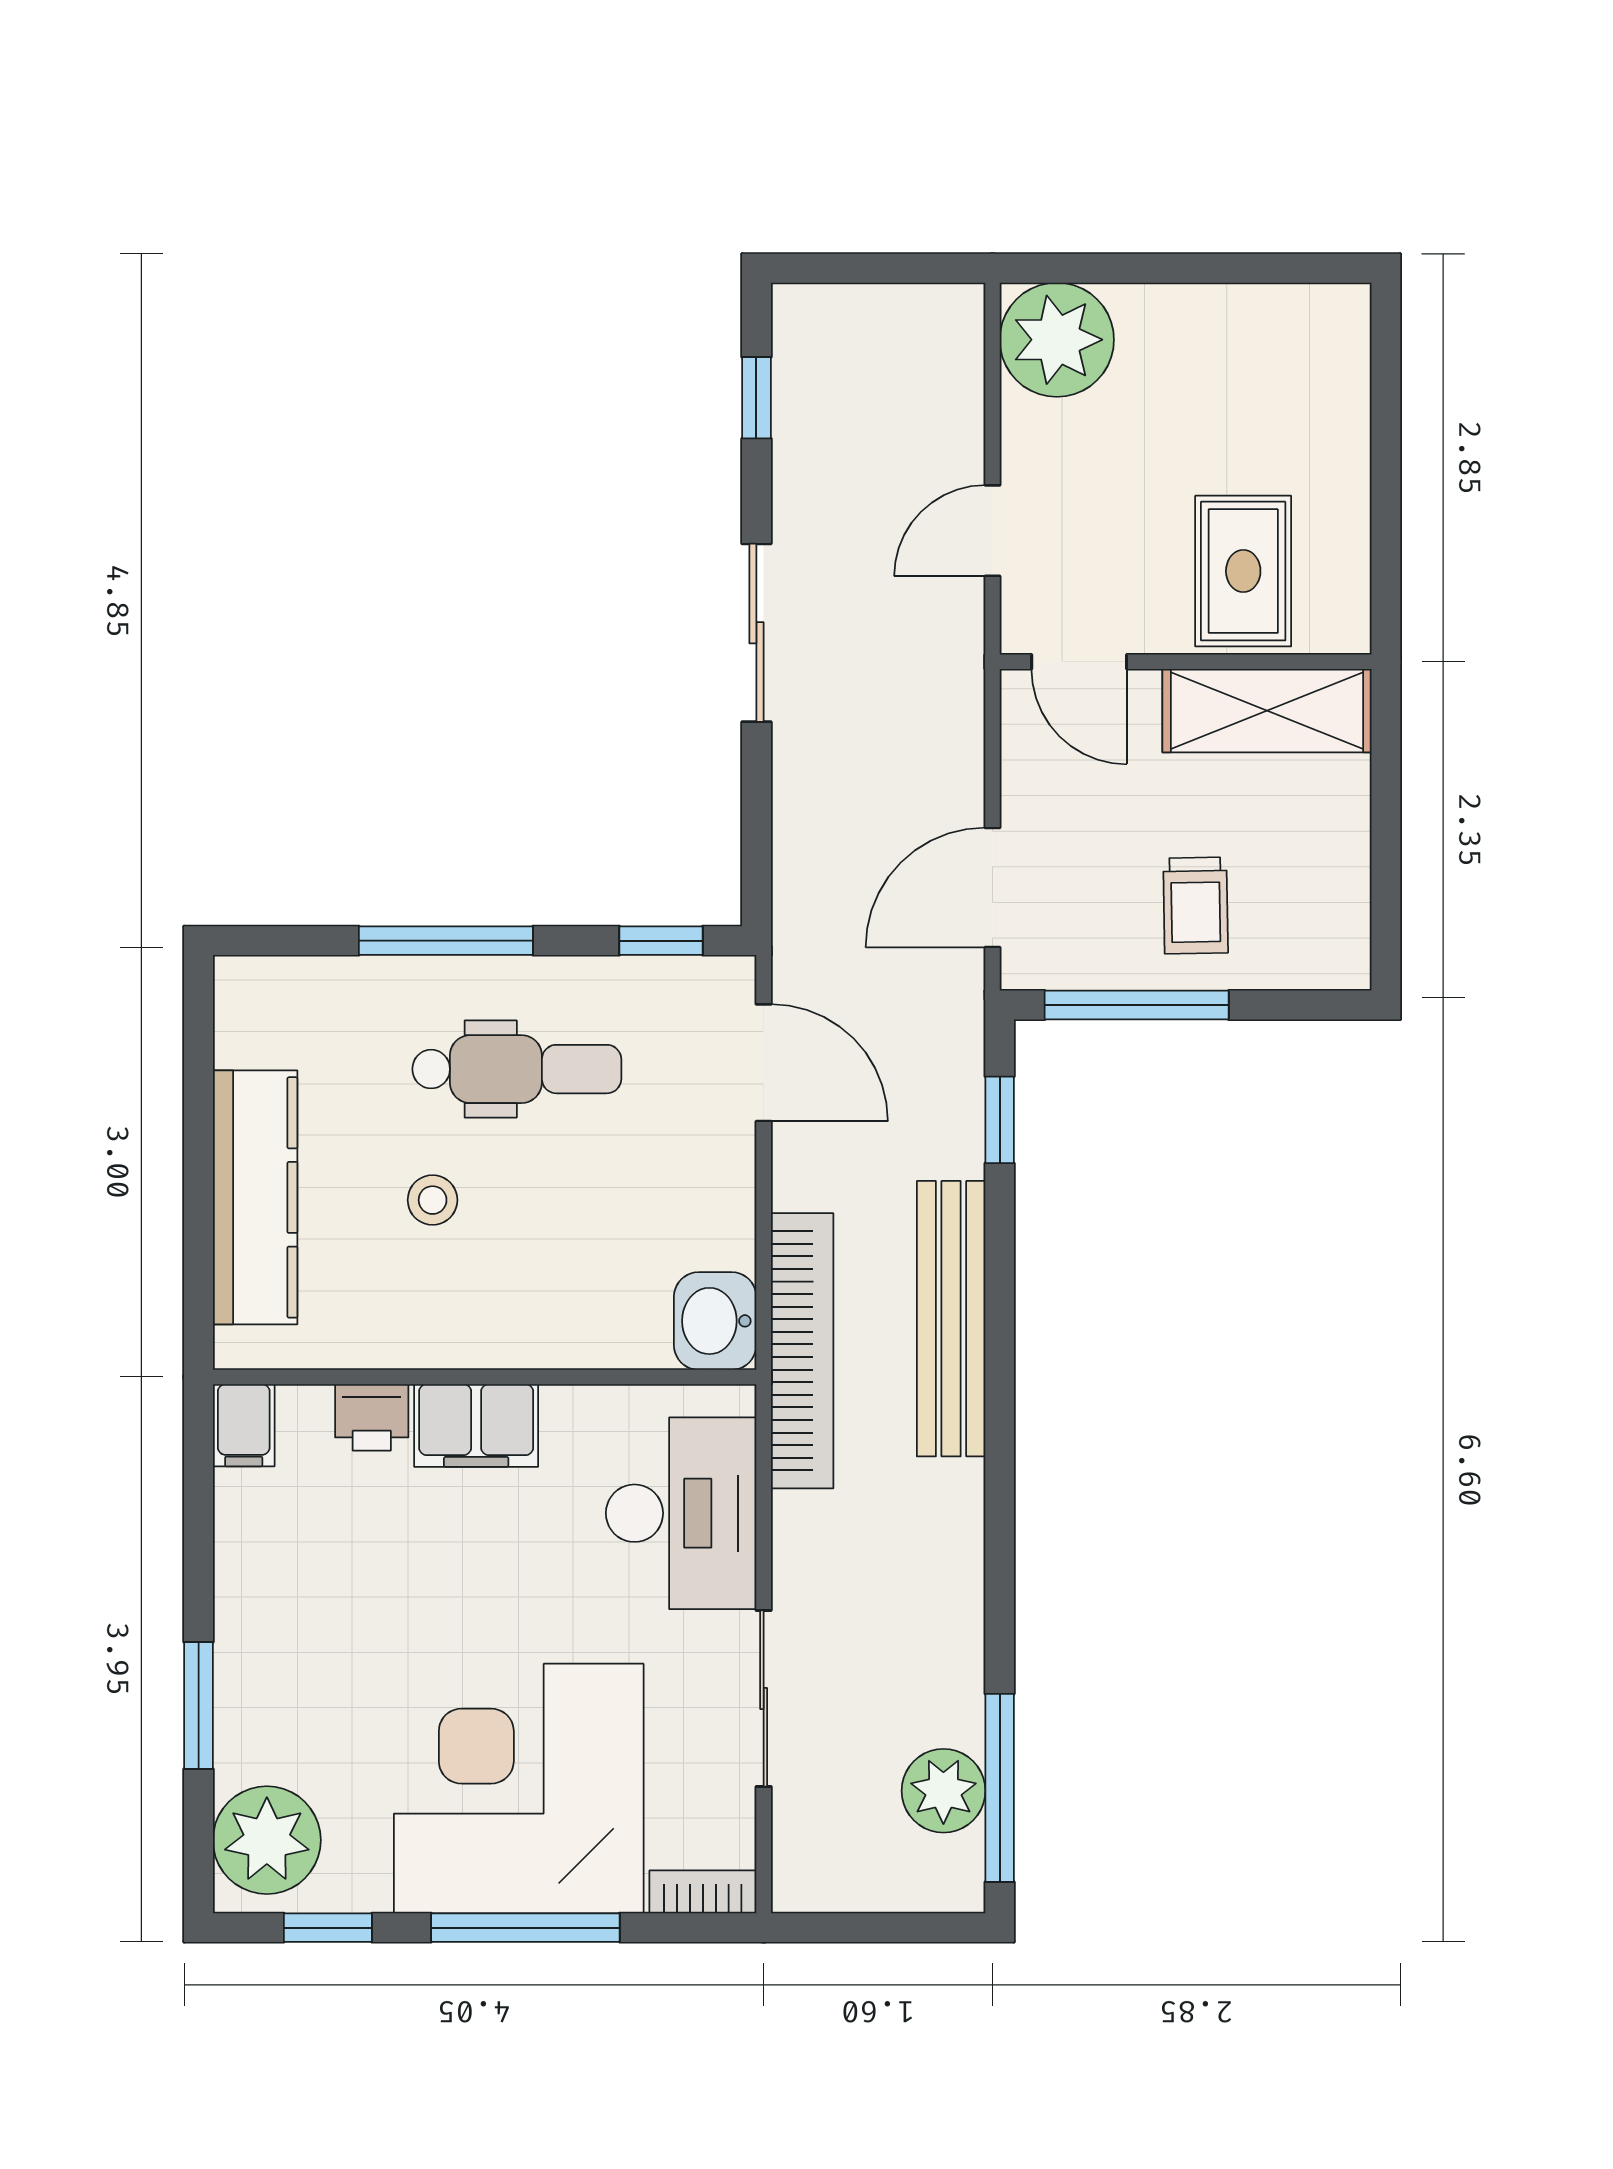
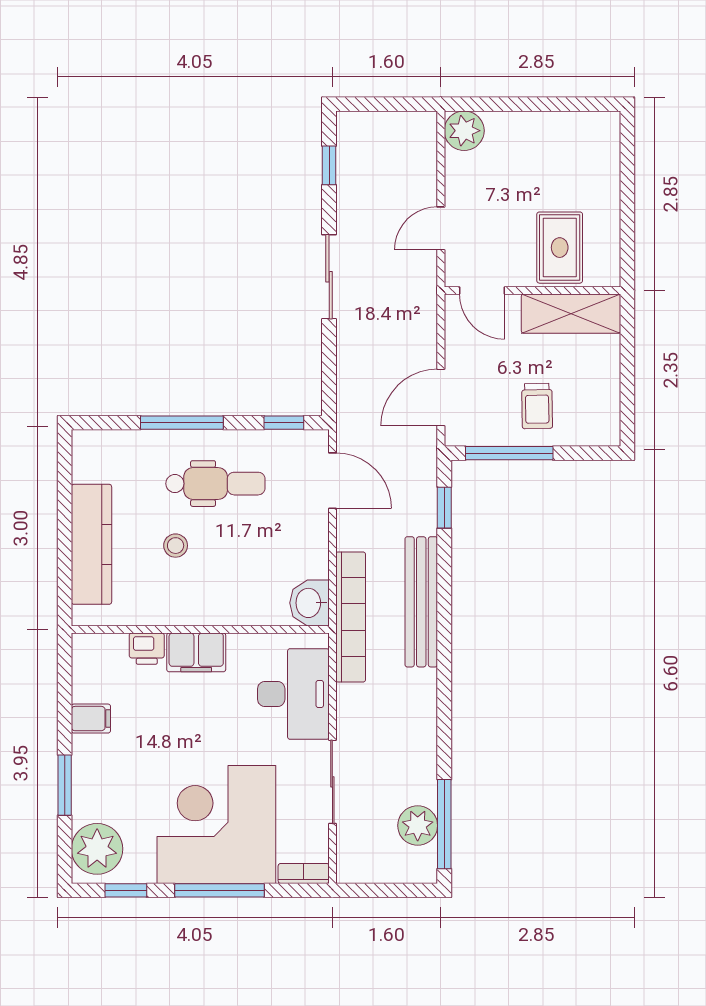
plant: (1057, 340) -> (464, 131), width x0.73, depth x0.73
filing cabinet: (244, 1425) -> (91, 719), moved, turned -90

